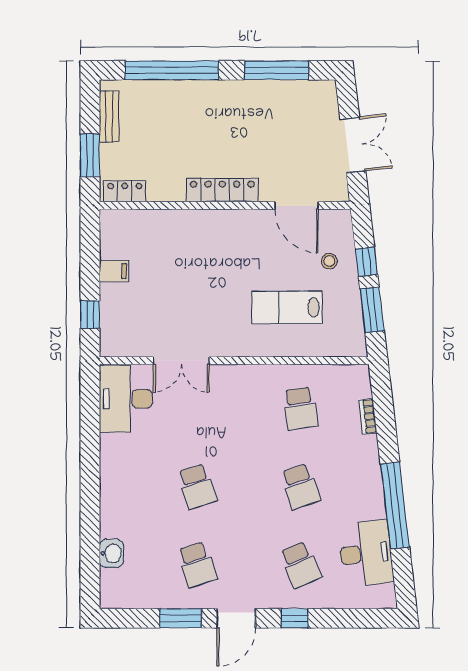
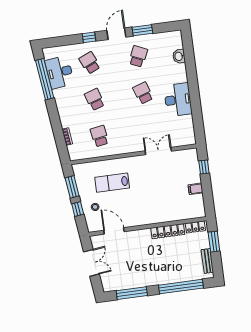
double door: (353, 145) -> (91, 263), swing flipped
locker: (222, 190) -> (168, 231), moved
lab bench: (287, 307) -> (112, 183), turned 180
desk: (126, 399) -> (178, 100), moved
window: (395, 505) -> (45, 79), moved
school desk: (197, 565) -> (138, 56), turned 42

